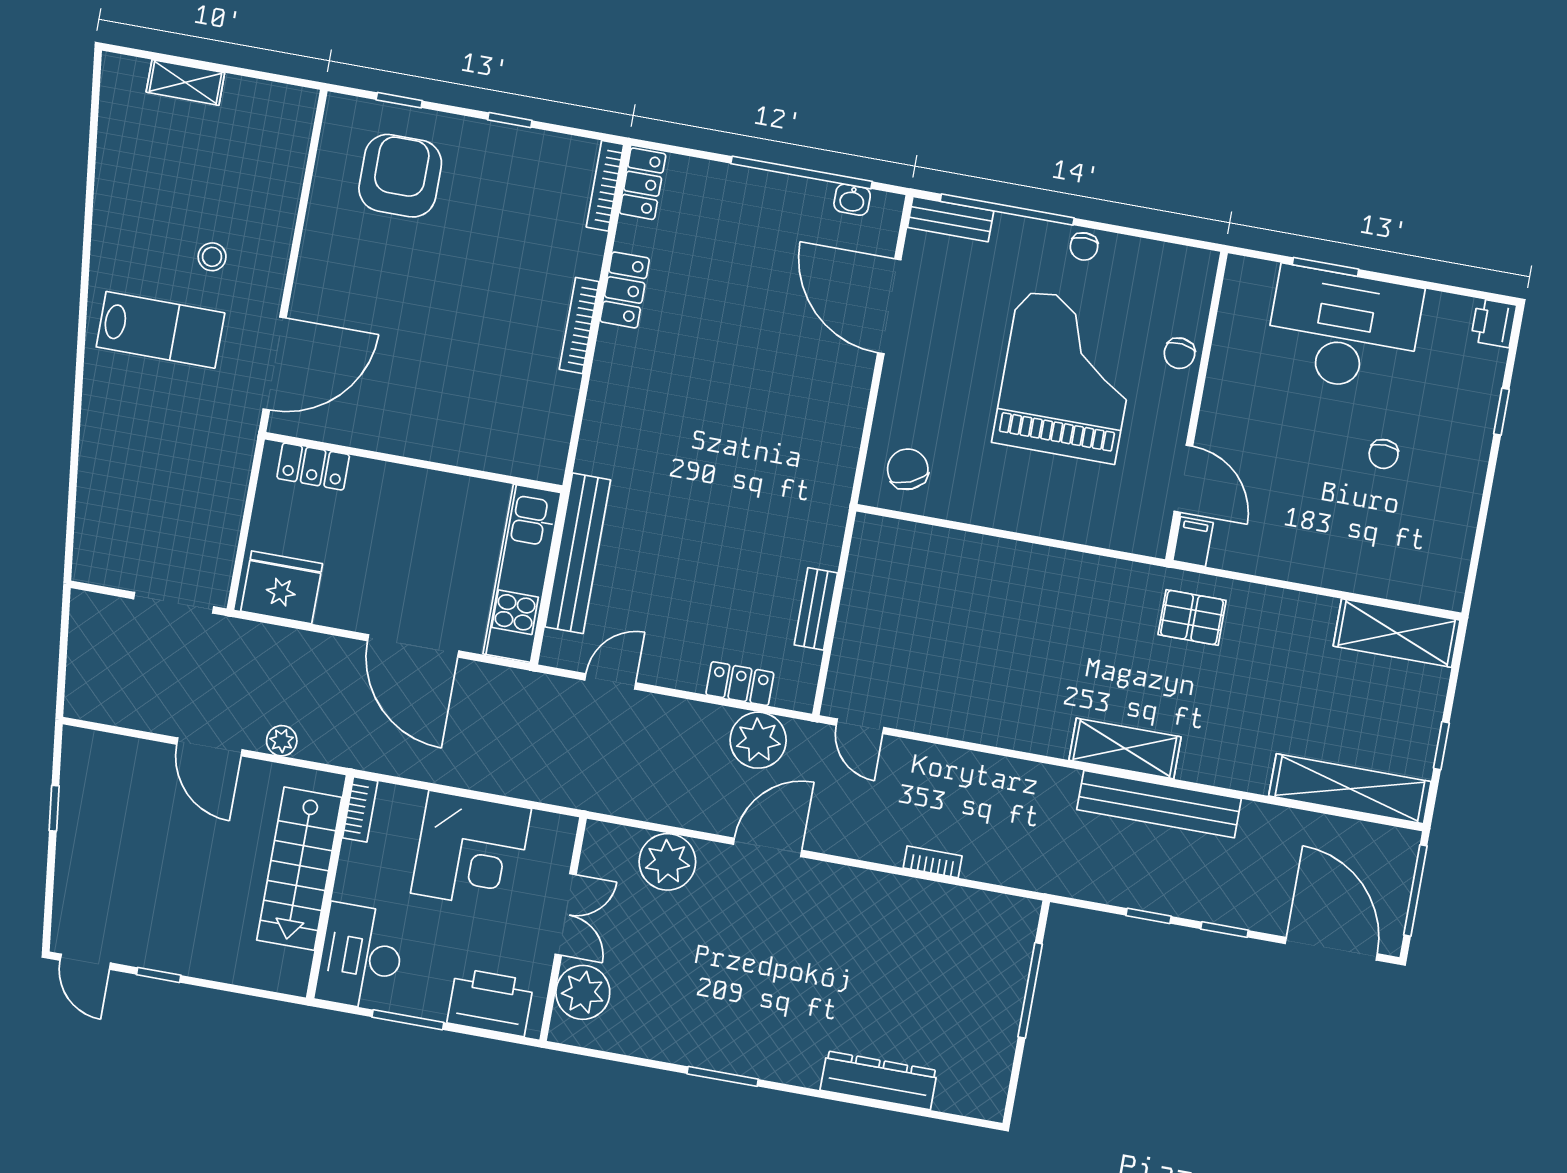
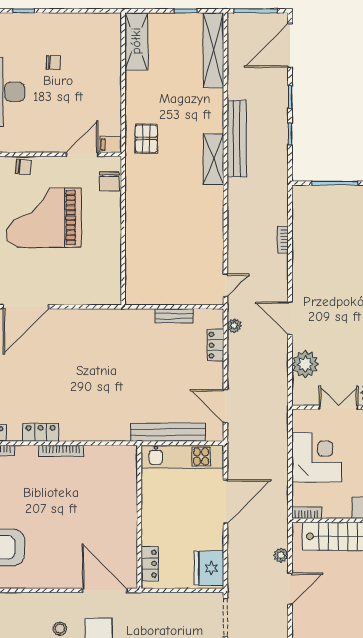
chair: (908, 469) -> (109, 181), moved, turned -67
door: (610, 681) -> (225, 406), width x1.38
plant: (758, 740) -> (234, 326), width x0.53, depth x0.53

